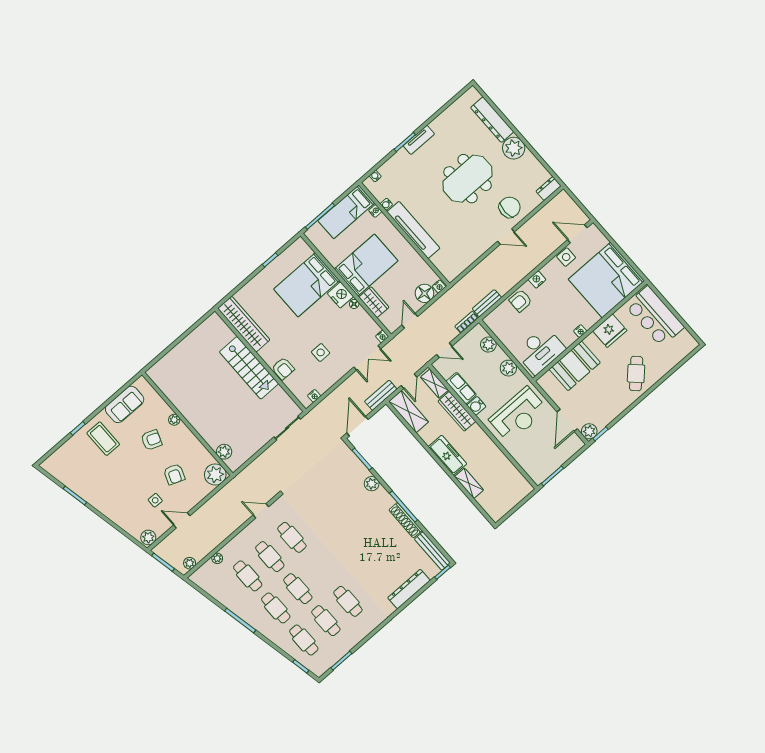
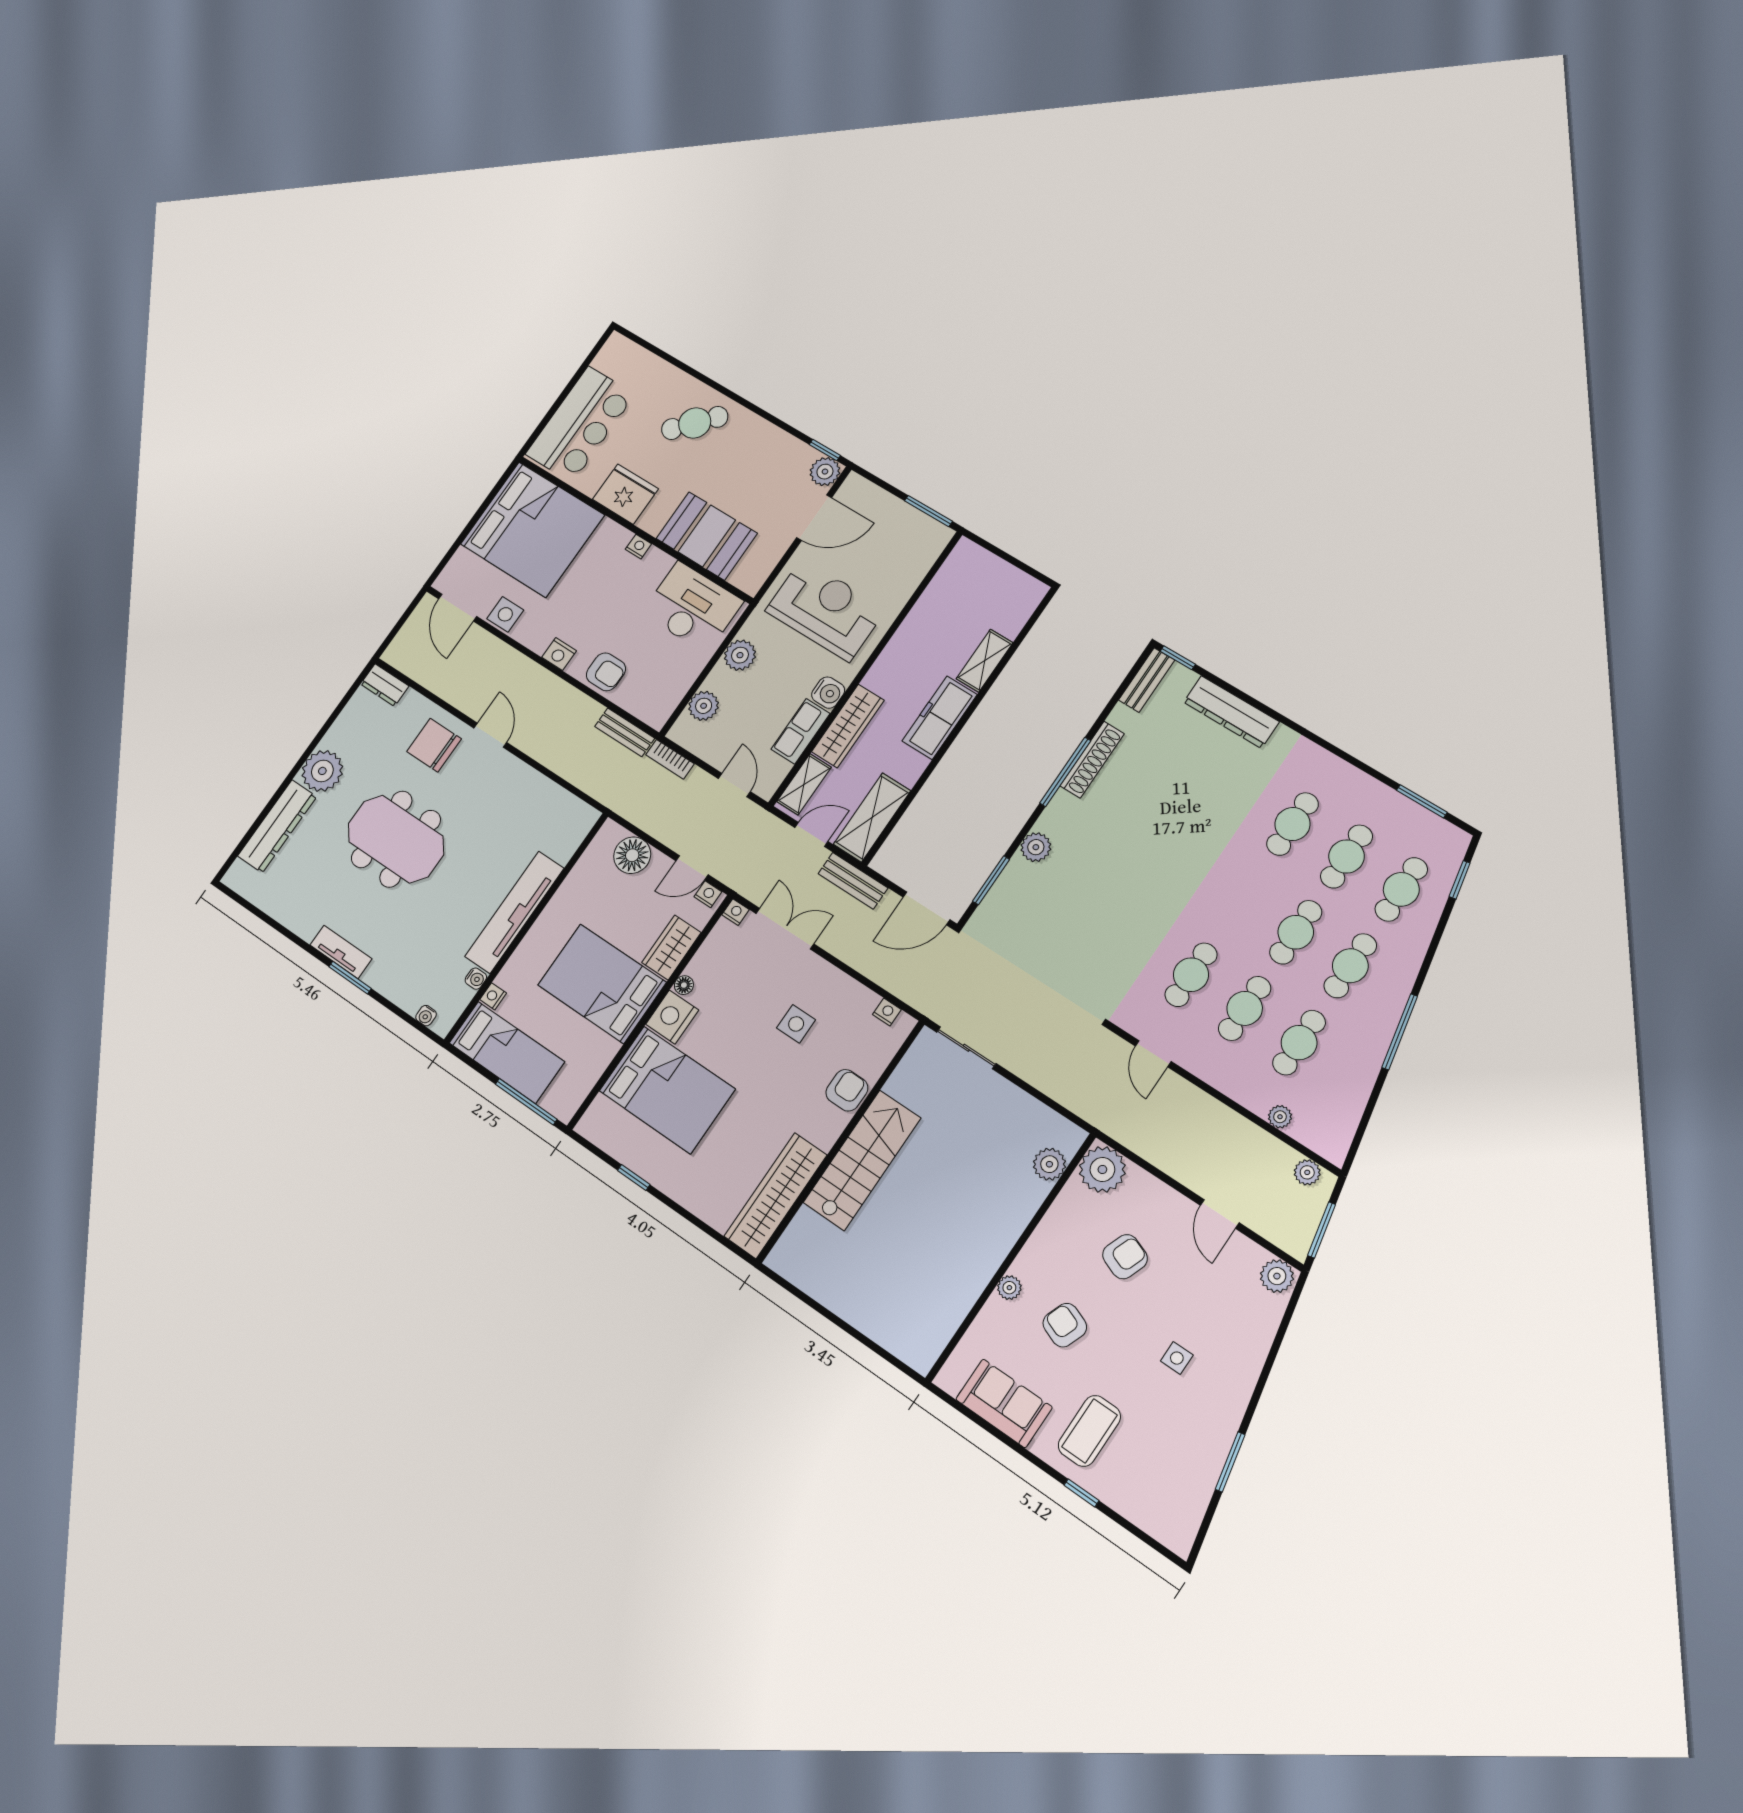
nightstand: (439, 286) -> (708, 894), moved
side table: (155, 500) -> (1177, 1358), moved
bench: (432, 551) -> (1147, 680), width x0.73

